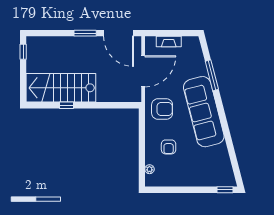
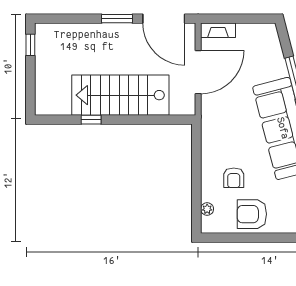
fireplace: (169, 41) -> (218, 30), moved
stairs: (61, 88) -> (120, 95), moved
armchair: (162, 109) -> (252, 214), moved, turned 180

